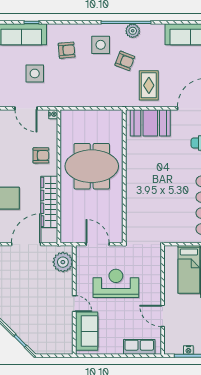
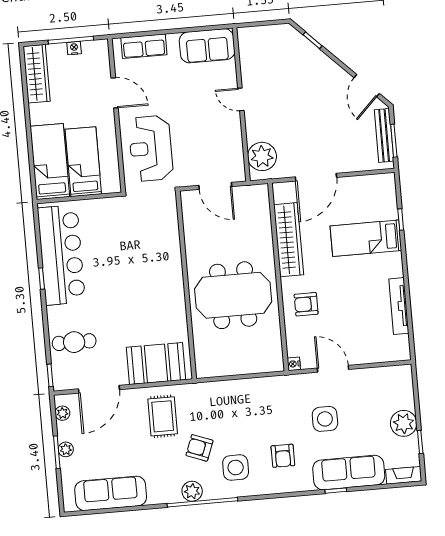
armchair: (67, 50) -> (283, 456), turned -85
reception desk: (116, 283) -> (151, 148), moved, turned 90
sofa: (87, 331) -> (207, 46), moved, turned -90

